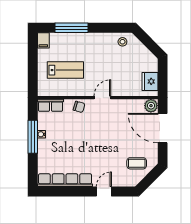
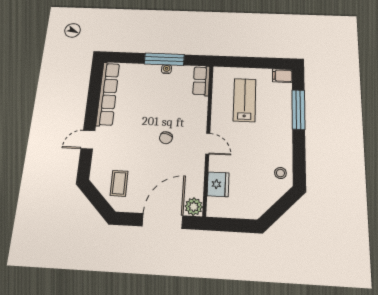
lab bench: (65, 70) -> (245, 100), turned 180
fridge: (150, 81) -> (218, 184), moved, turned 90
chair: (79, 107) -> (166, 138), moved
door: (104, 192) -> (88, 140), swing flipped

